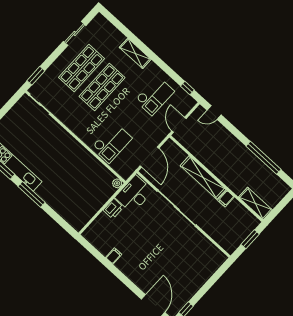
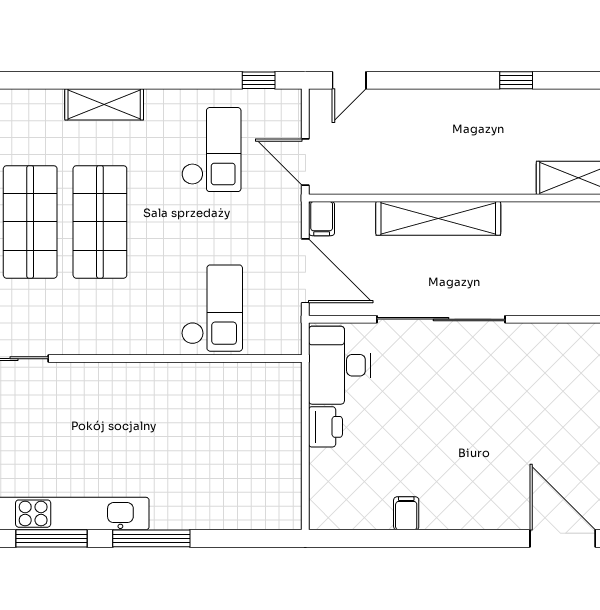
window: (263, 158) -> (516, 80), width x0.32
plant: (117, 183) -> (290, 374), removed
filing cabinet: (226, 199) -> (322, 219), moved

